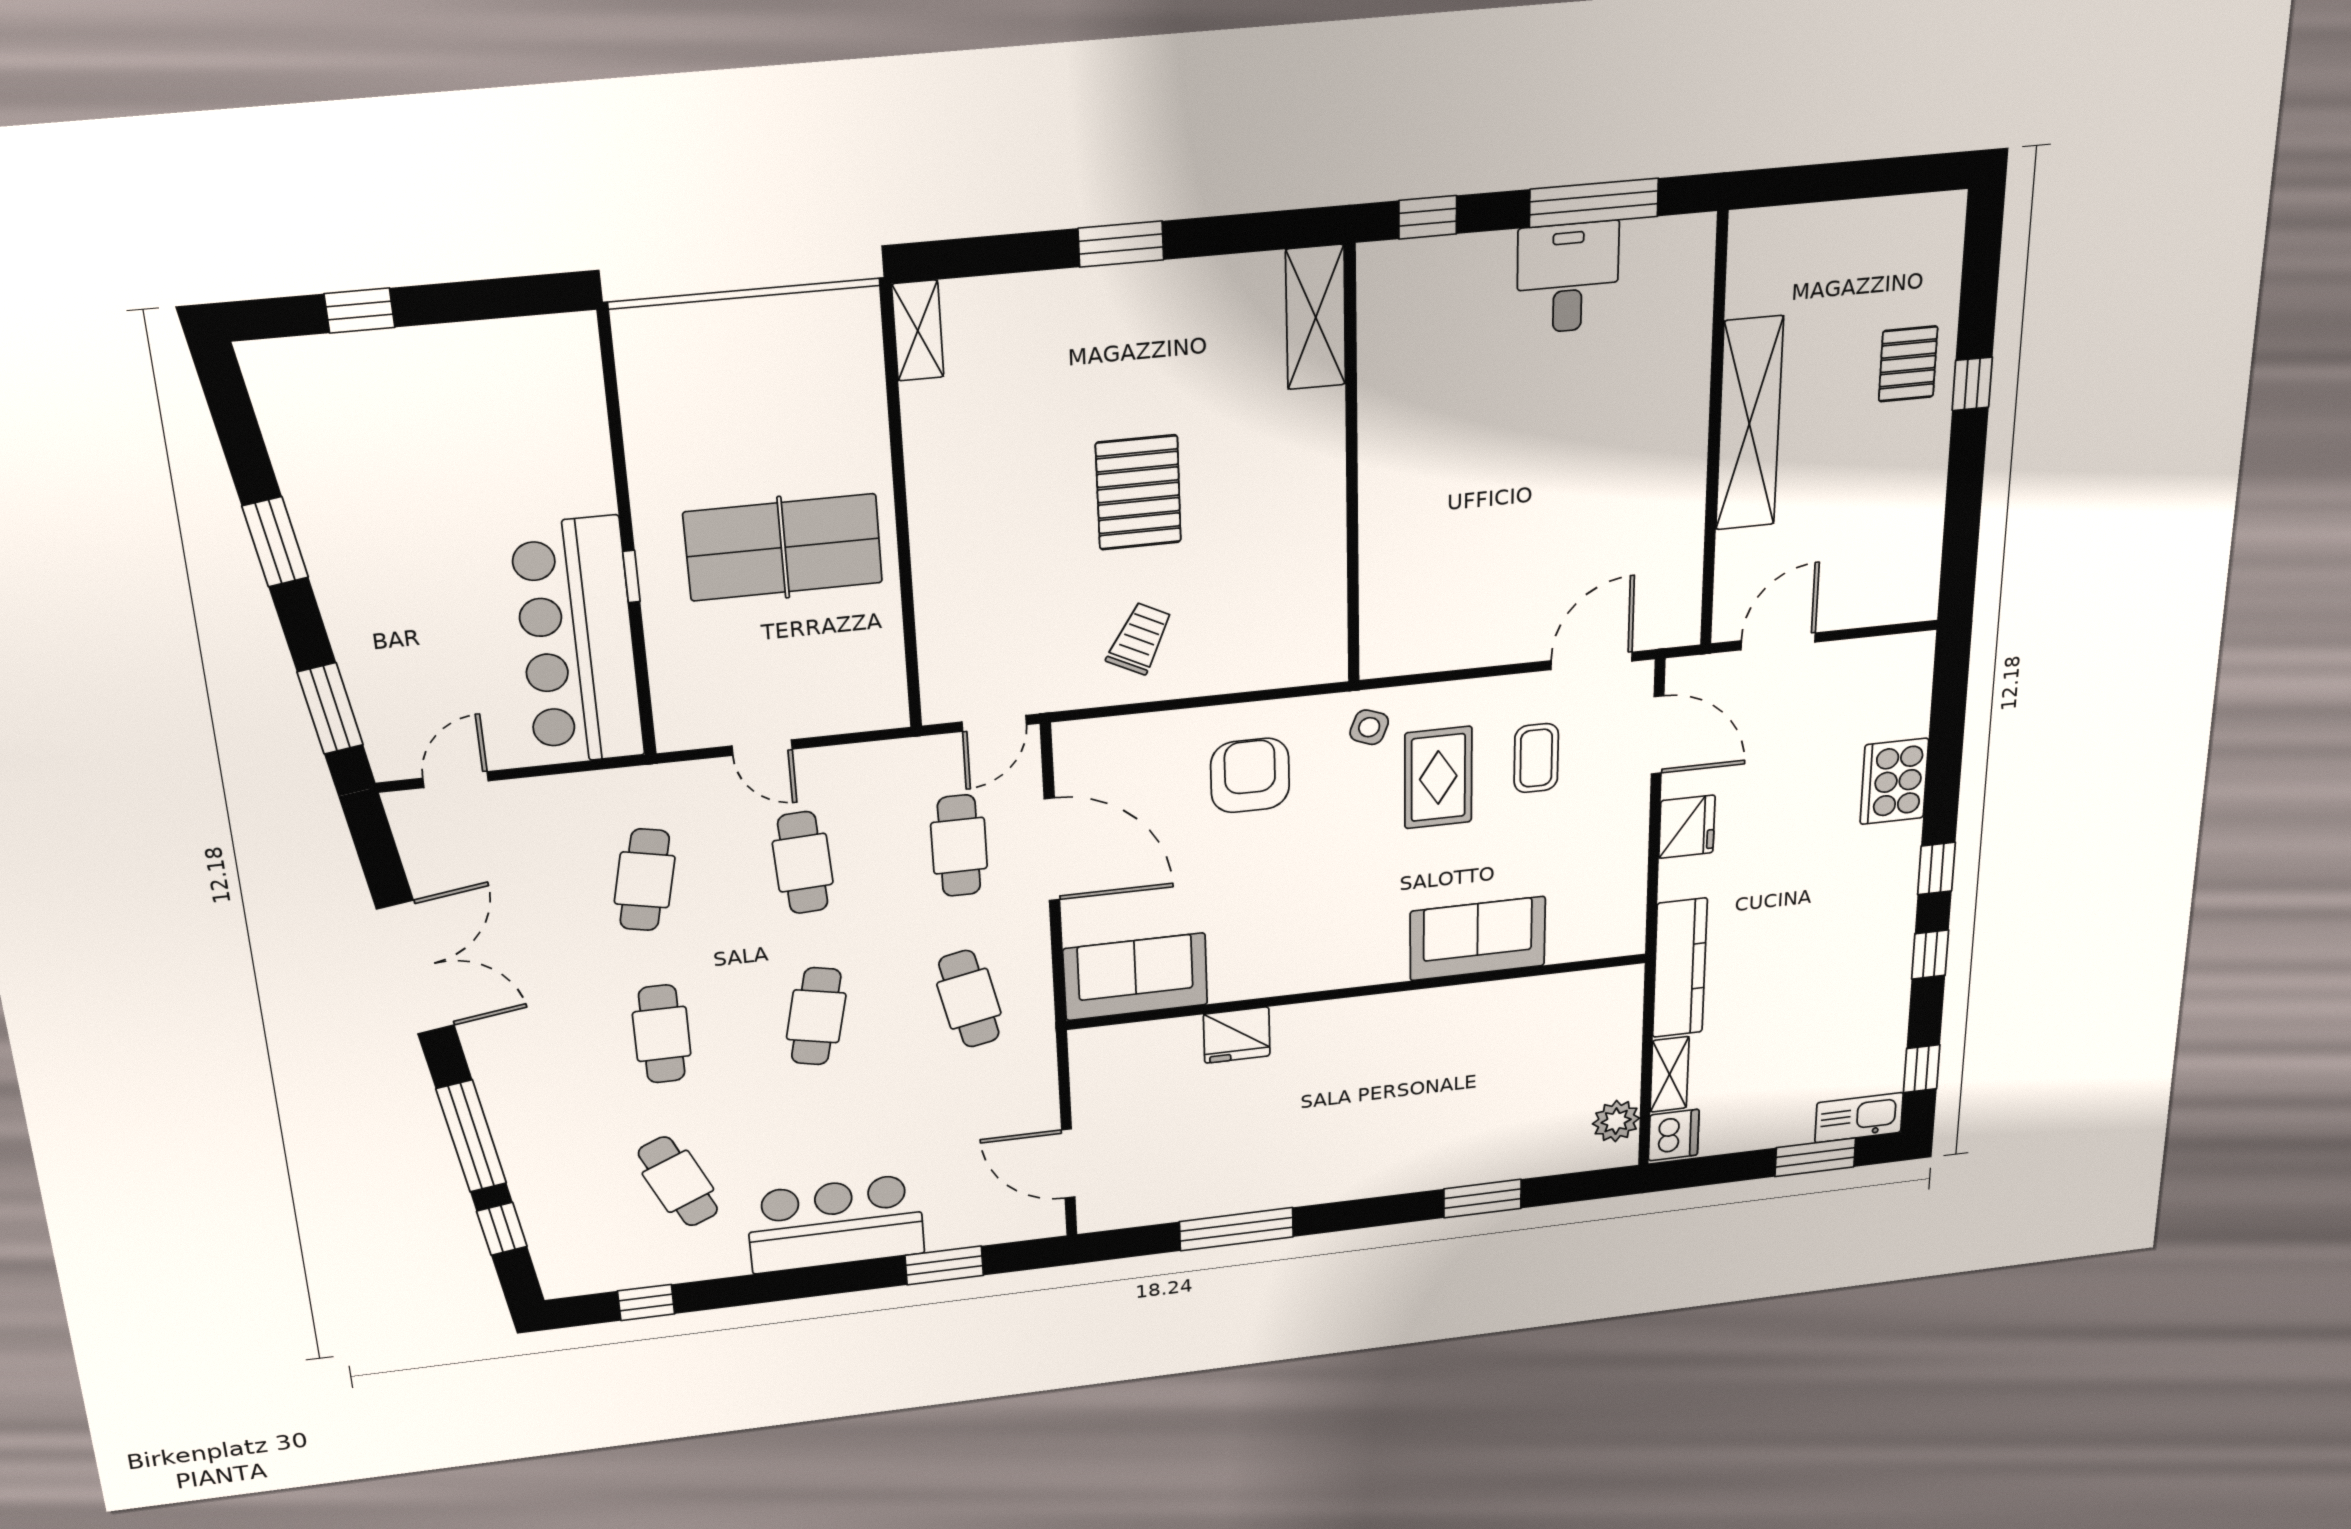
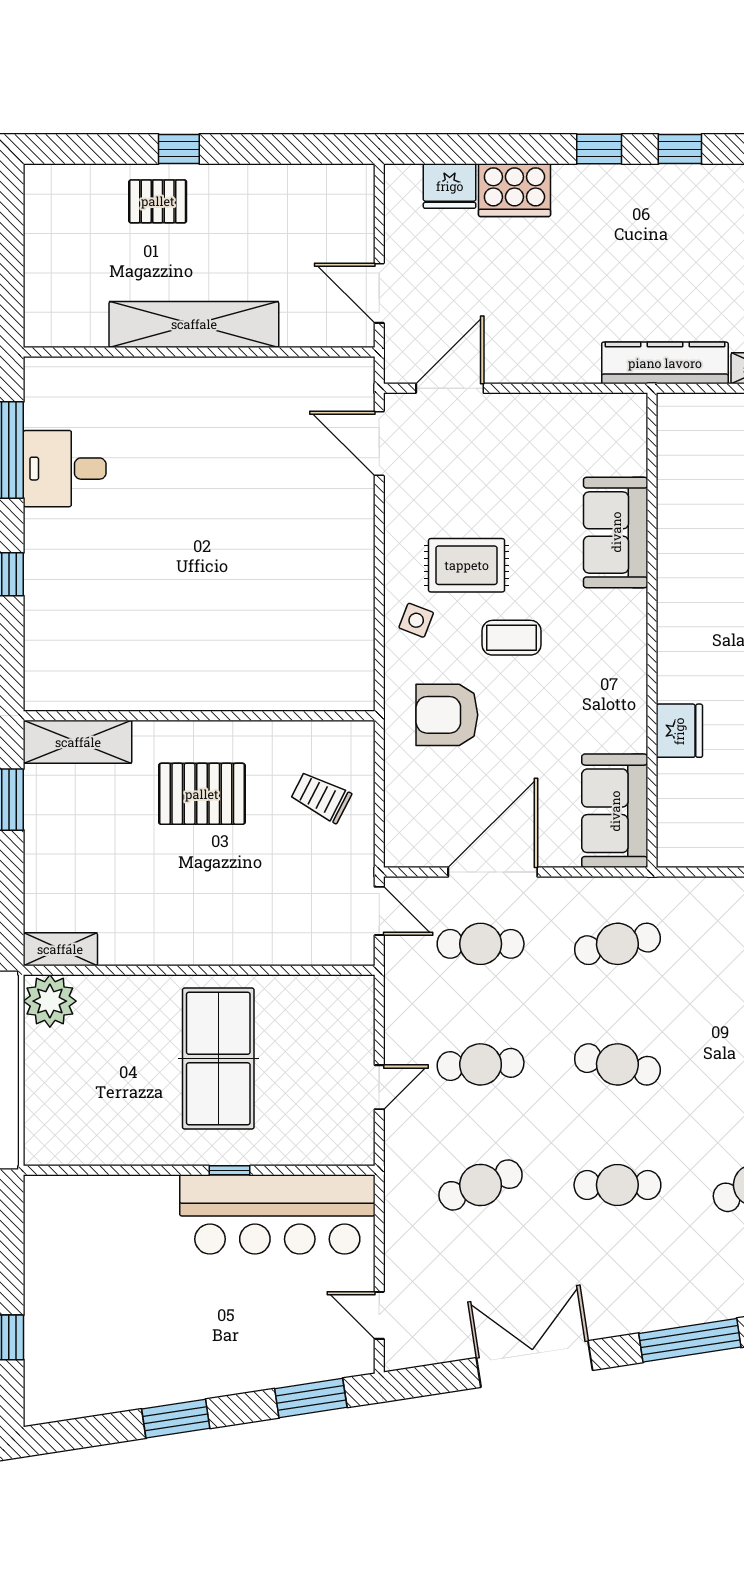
shelving: (1316, 317) -> (78, 742), moved
plant: (845, 323) -> (50, 1001), added
wall: (1352, 468) -> (199, 716), moved
coffee table: (1536, 758) -> (512, 638), moved
fridge: (1687, 827) -> (450, 186), moved, turned 180
cafe table: (645, 880) -> (481, 1185), turned -33

